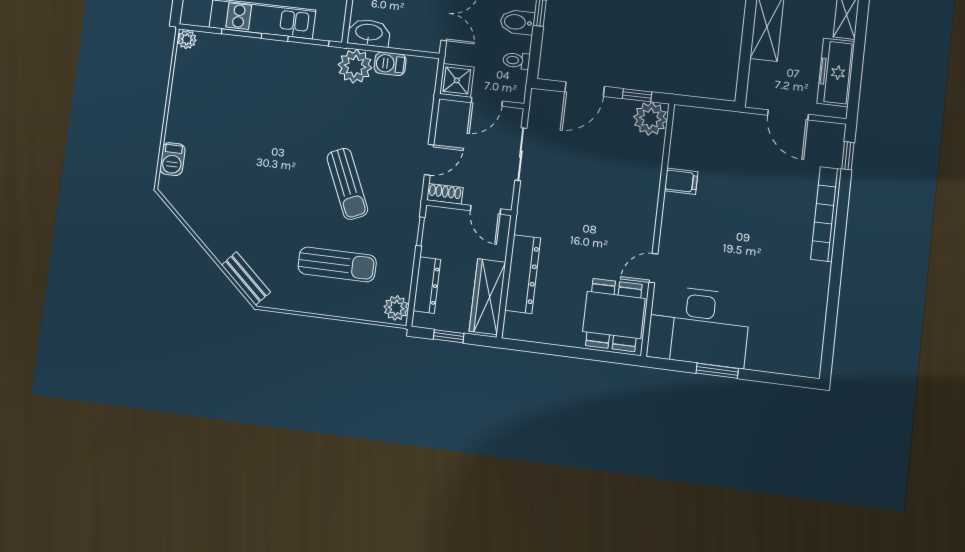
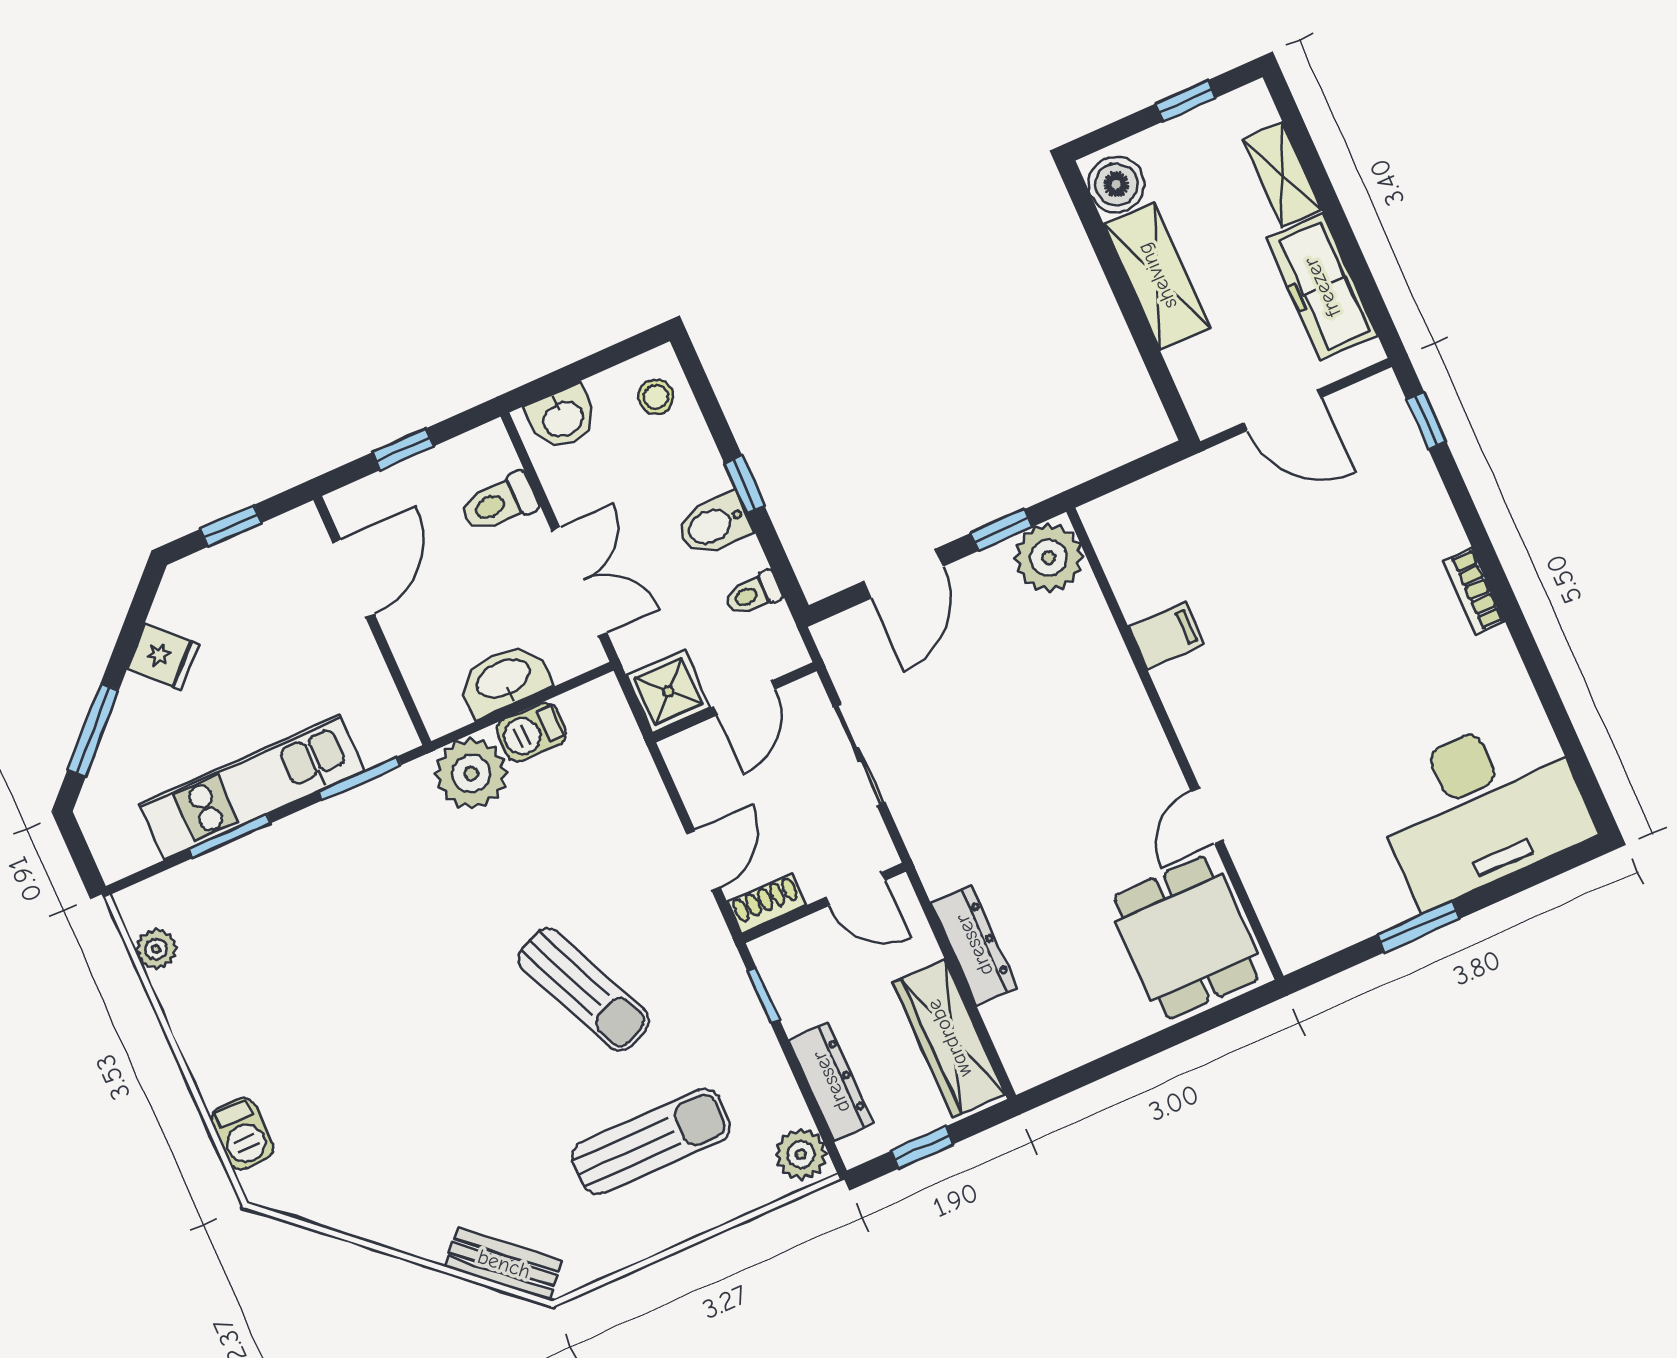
washbasin: (369, 33) -> (504, 680), moved
plant: (187, 39) -> (156, 949), moved
bookcase: (826, 214) -> (1474, 591), width x0.43, depth x0.76
dresser: (523, 274) -> (974, 945), width x0.73, depth x0.80
desk: (699, 326) -> (1481, 808), moved

